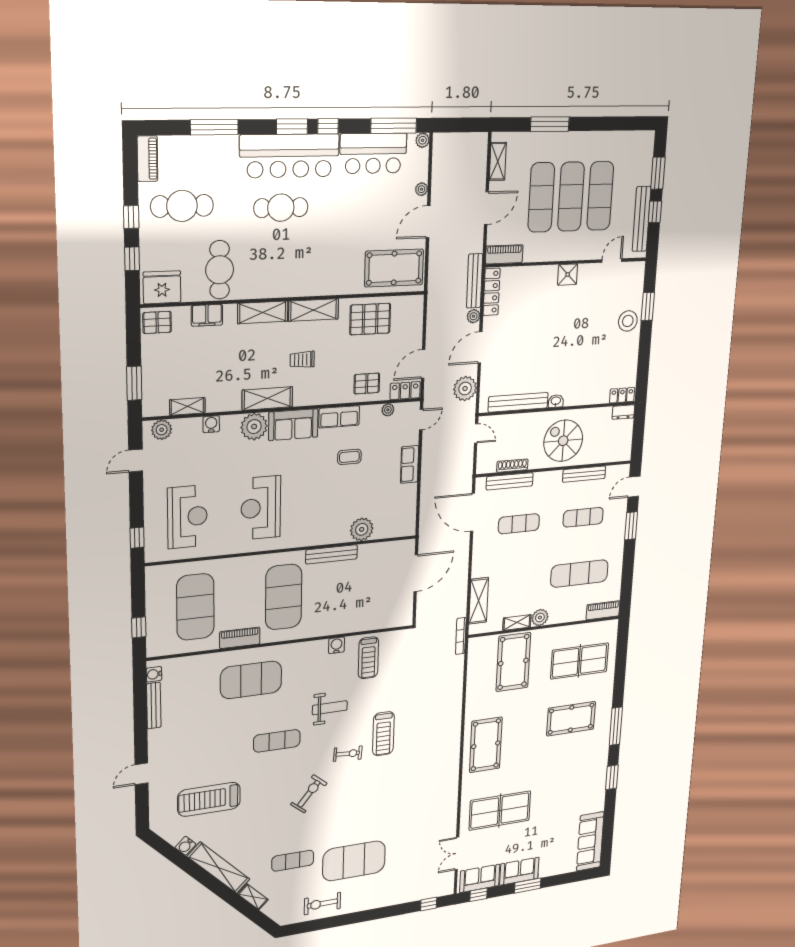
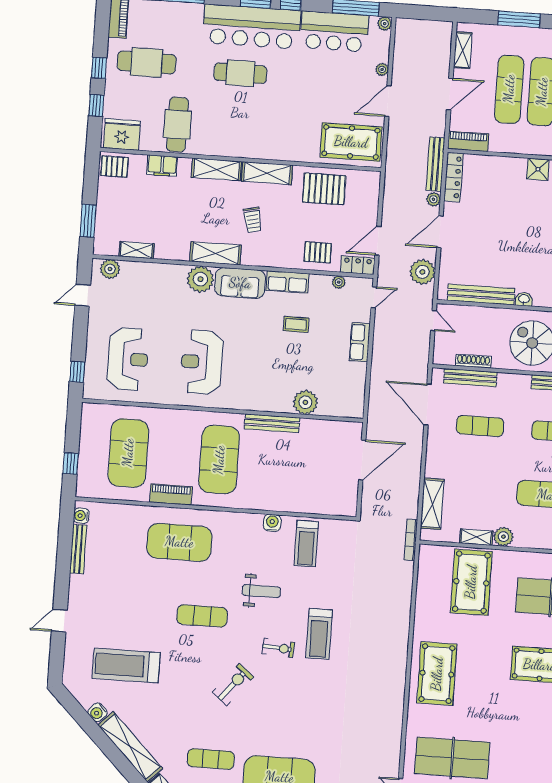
trolley: (302, 360) -> (253, 220), turned -103
water cooler: (211, 424) -> (158, 271), removed

